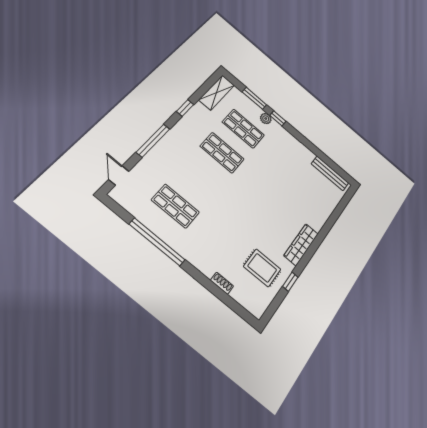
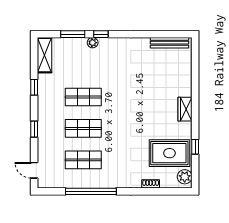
shop shelf: (243, 129) -> (83, 128), moved
window: (153, 141) -> (34, 129), width x0.46
wardrobe: (301, 245) -> (185, 109), width x0.67
rug: (262, 268) -> (169, 153), width x1.36, depth x1.43
plant: (260, 303) -> (185, 177), added

